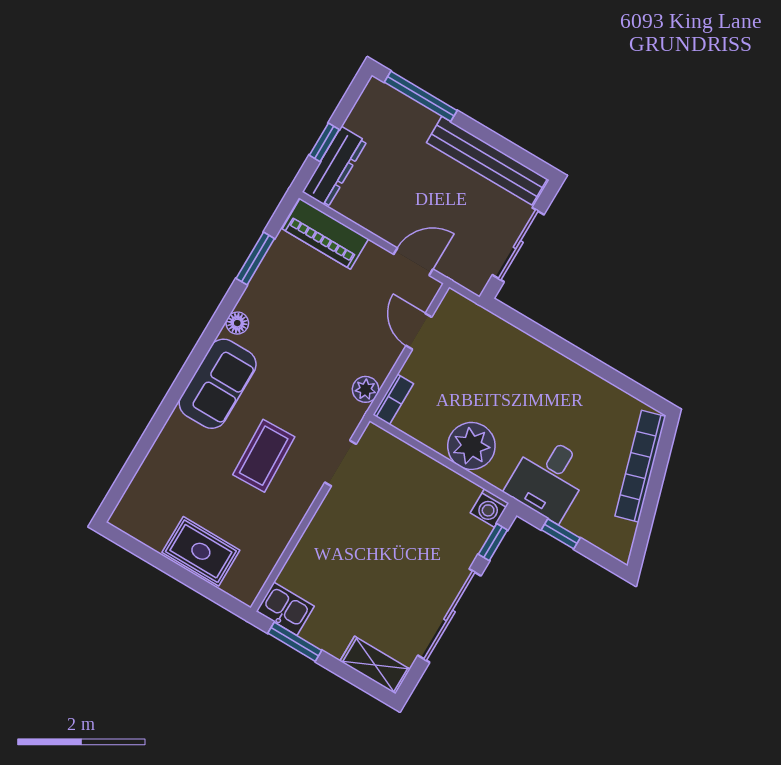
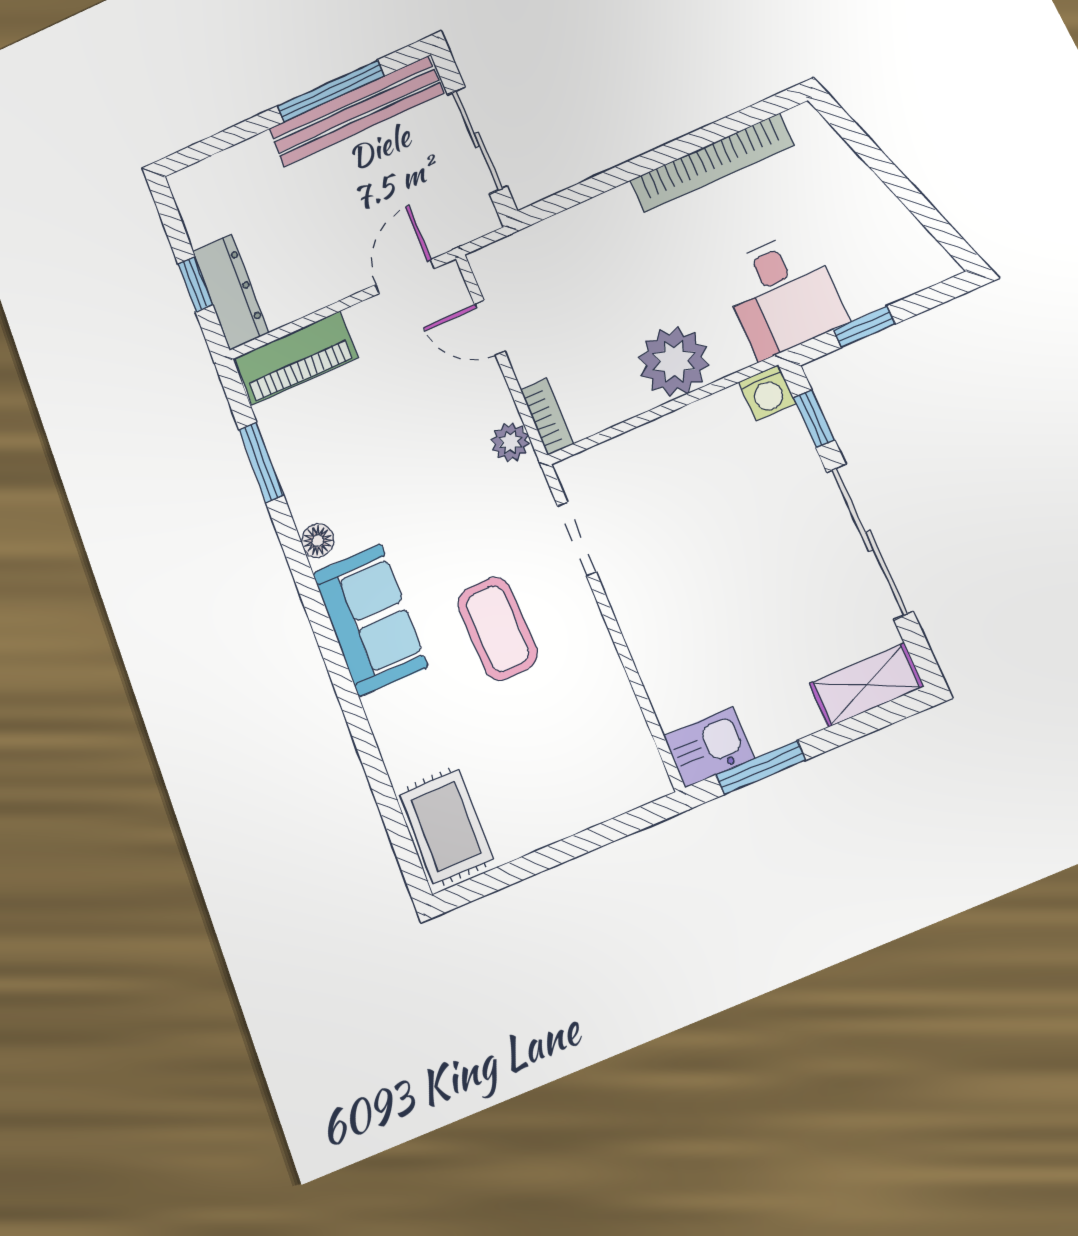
window: (421, 96) -> (331, 91), moved
bookcase: (640, 466) -> (712, 163), moved, turned -74
rug: (201, 551) -> (446, 826), moved, turned 90

